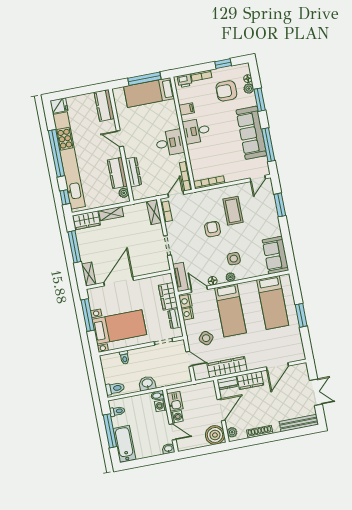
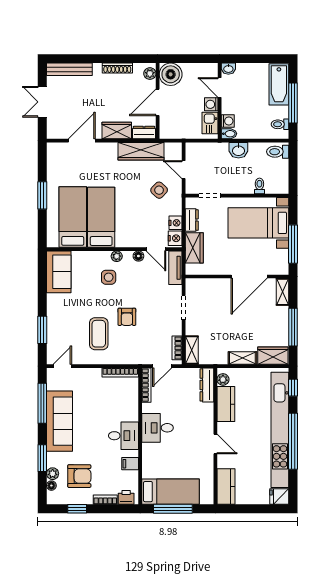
dresser: (133, 172) -> (207, 385), moved
bed: (230, 310) -> (101, 217), moved

